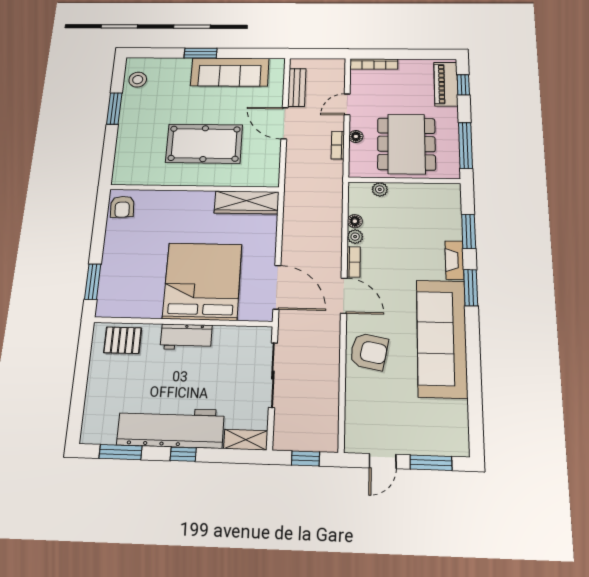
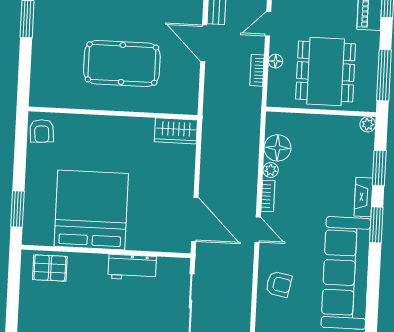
plant: (380, 189) -> (368, 124), moved
wardrobe: (247, 202) -> (176, 131), width x0.67
floor lamp: (355, 221) -> (277, 148), width x1.89, depth x1.89
bed: (202, 281) -> (91, 210), moved
door: (344, 296) -> (258, 230), width x0.73
workbench: (186, 337) -> (132, 267), moved
armchair: (369, 352) -> (279, 284), width x0.72, depth x0.72

